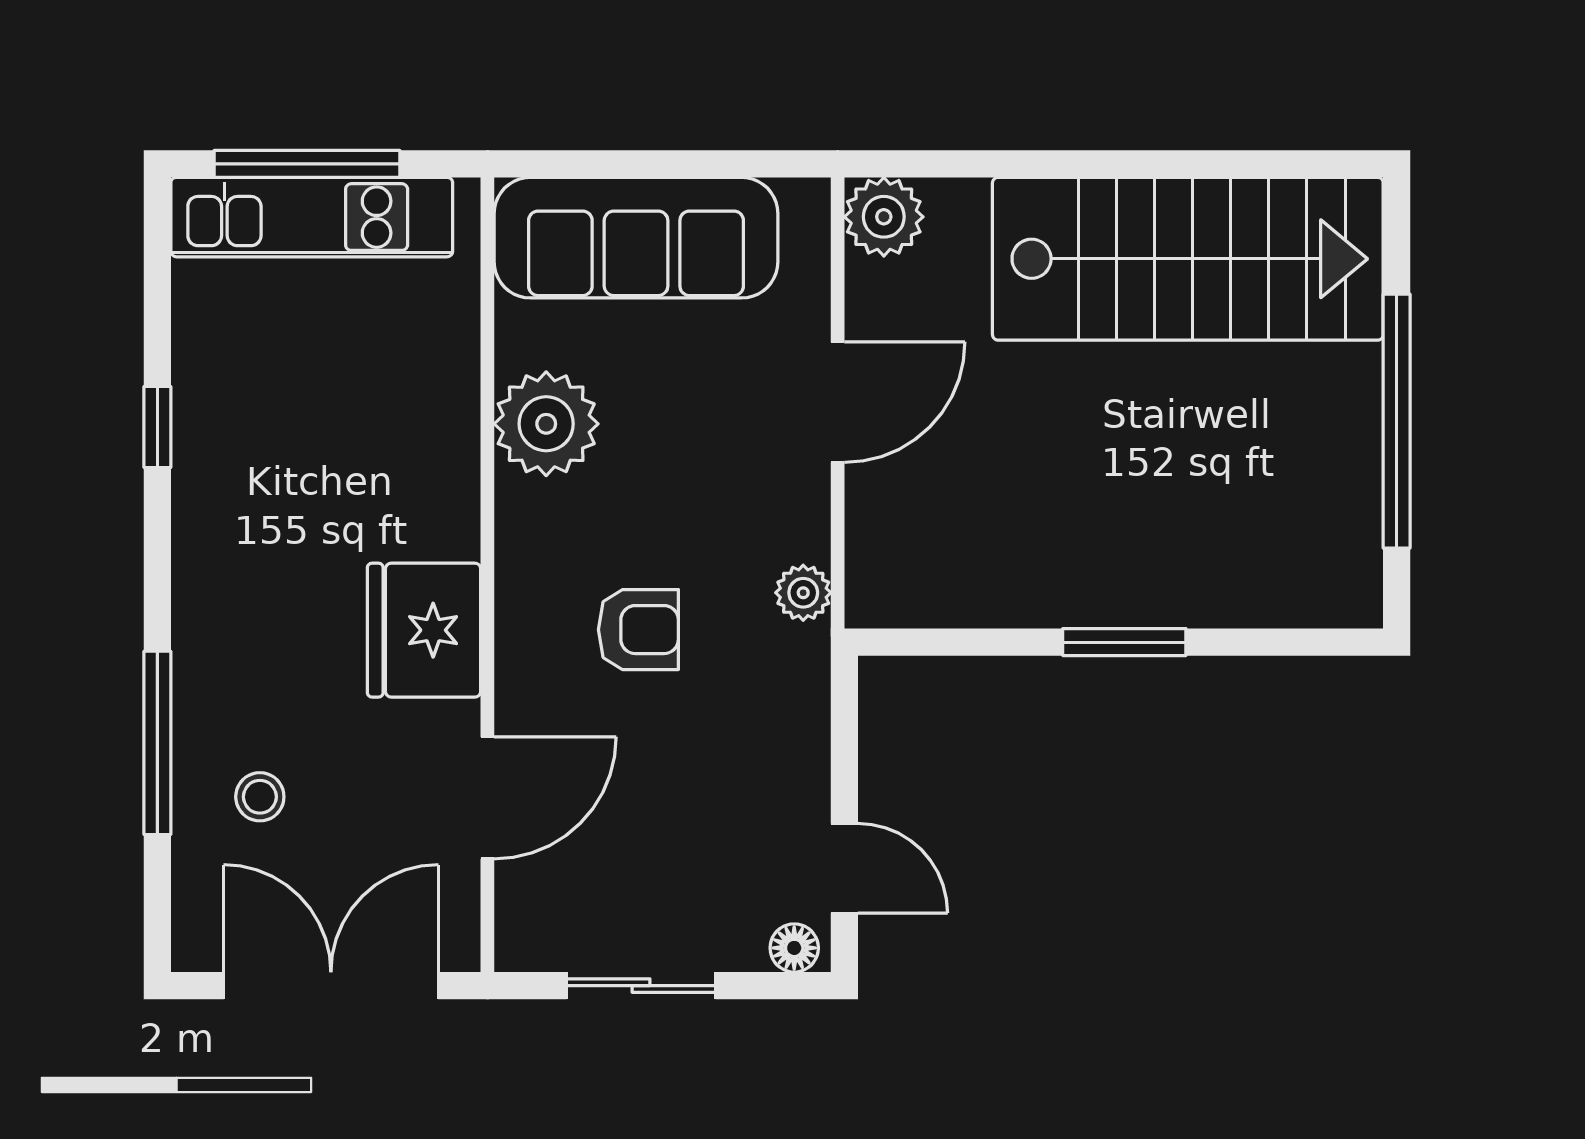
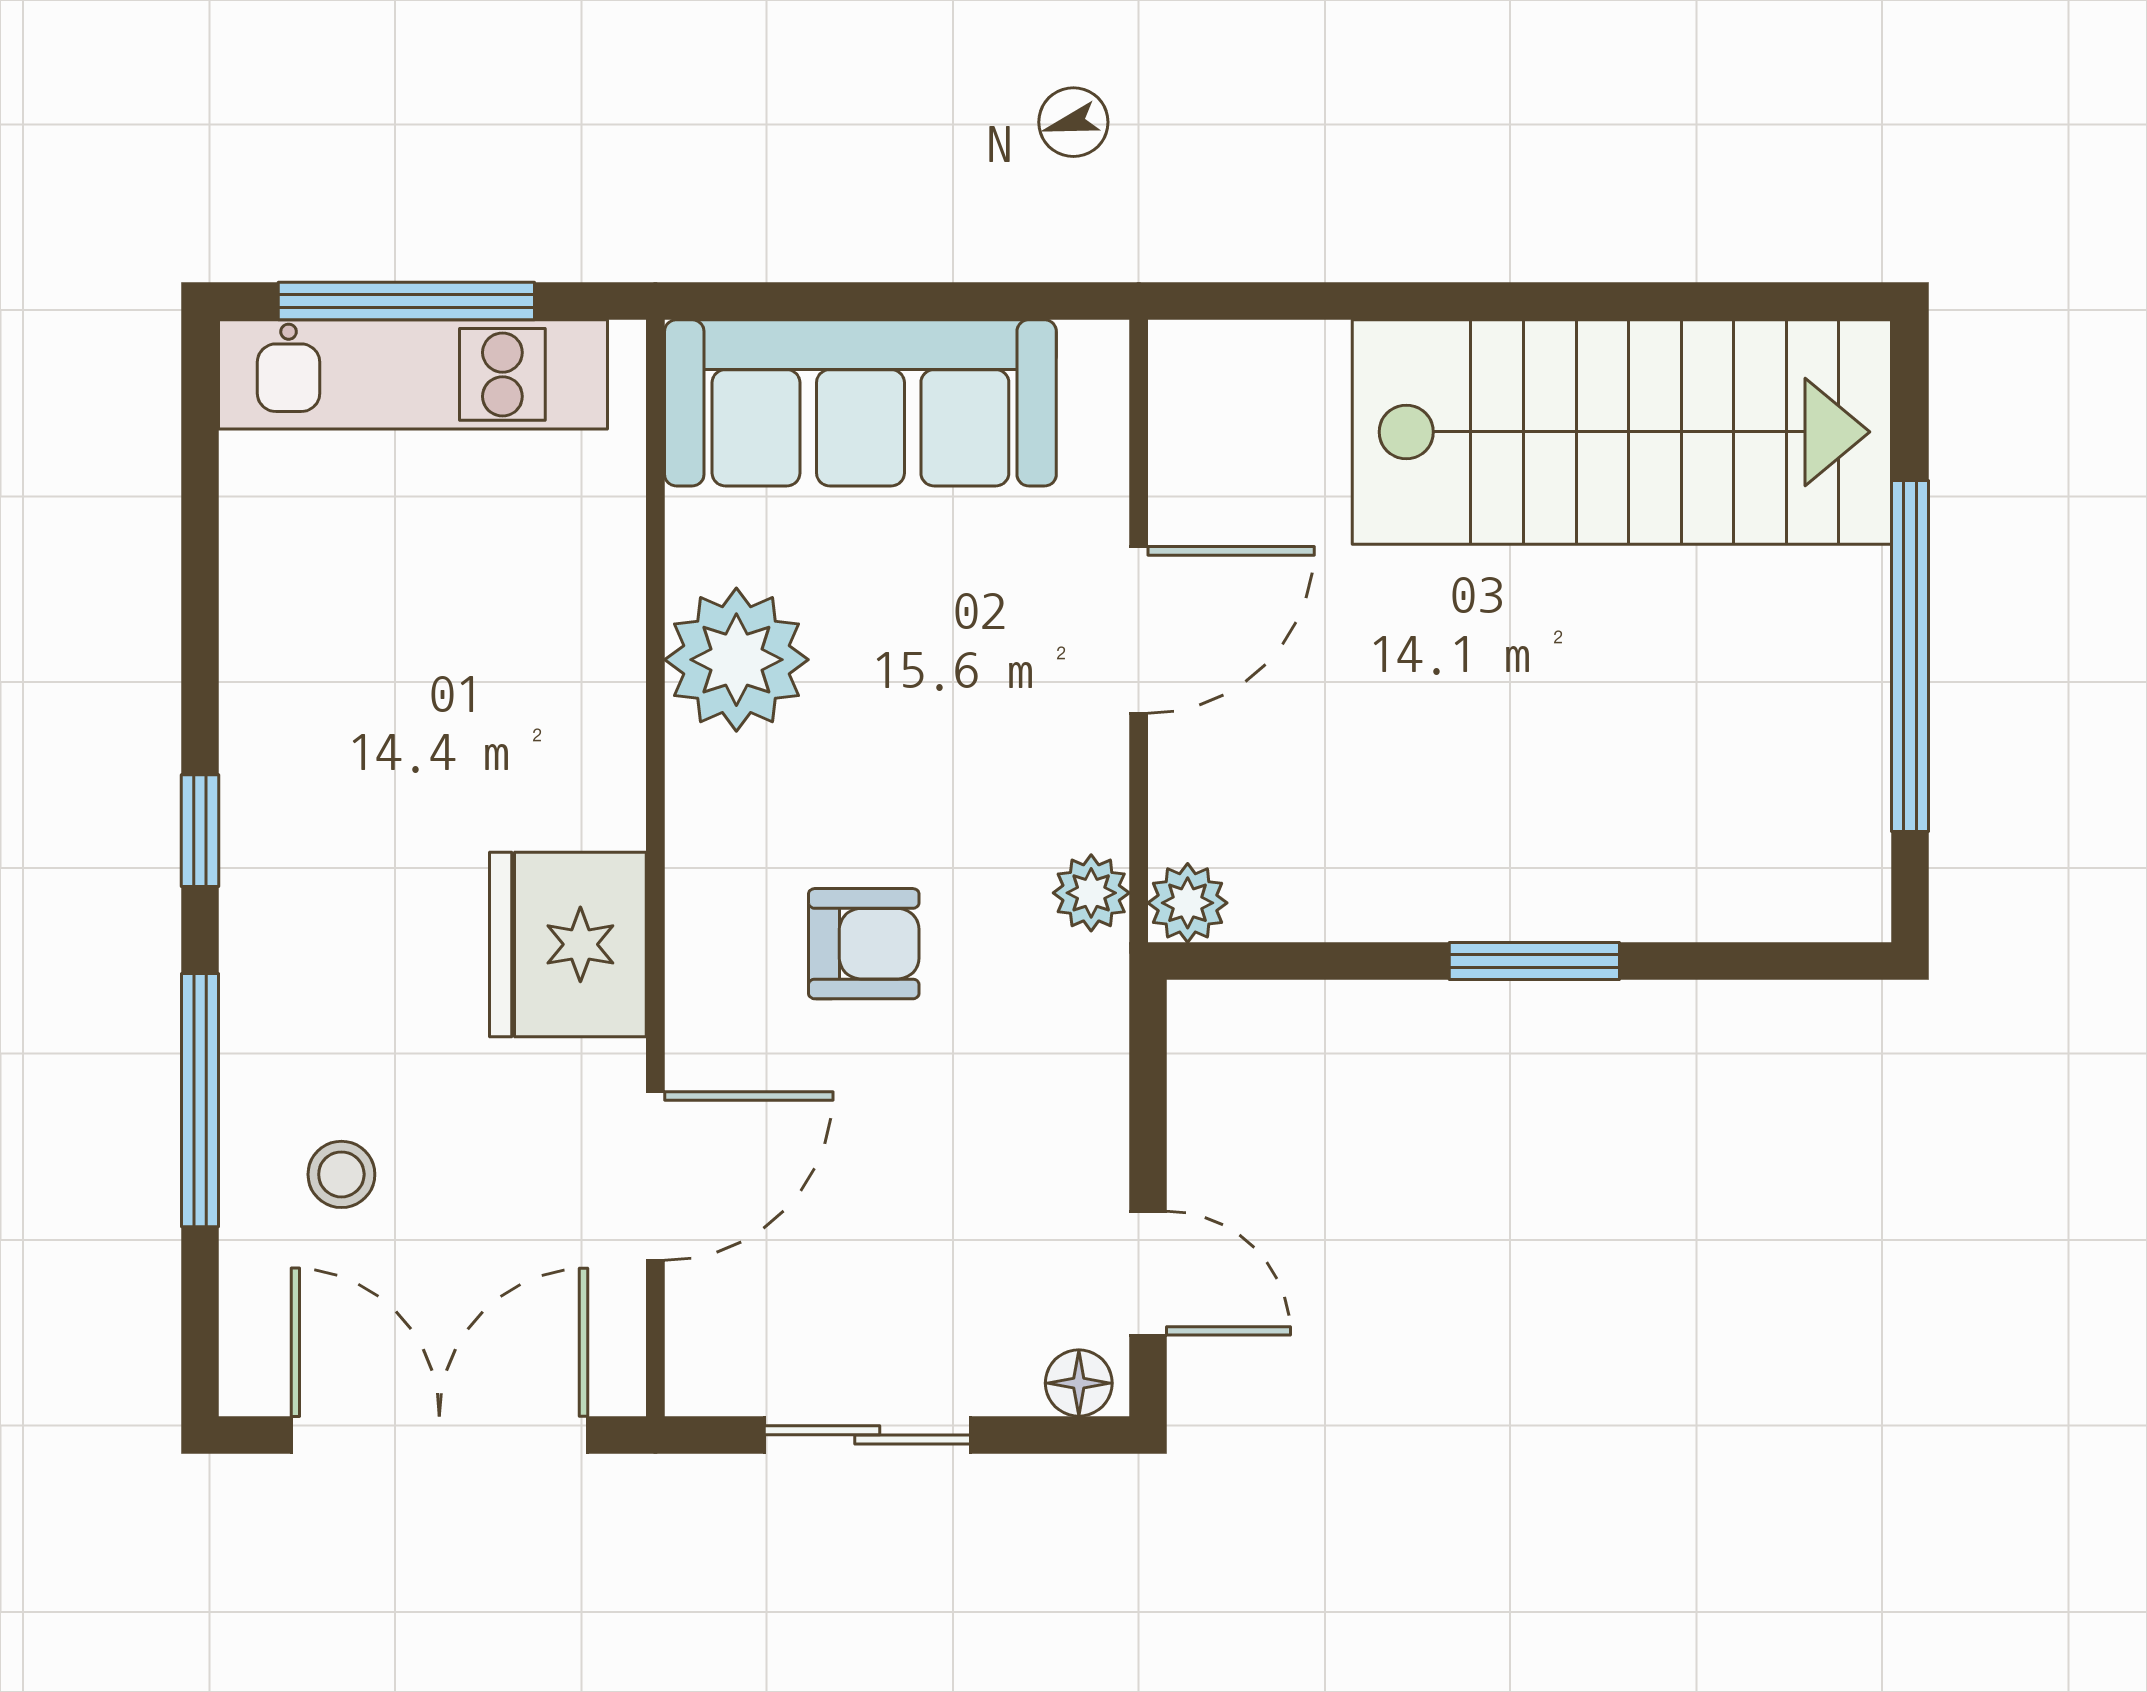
plant: (884, 217) -> (1188, 903), moved, width x0.73, depth x0.73
window: (157, 427) -> (200, 831), moved

